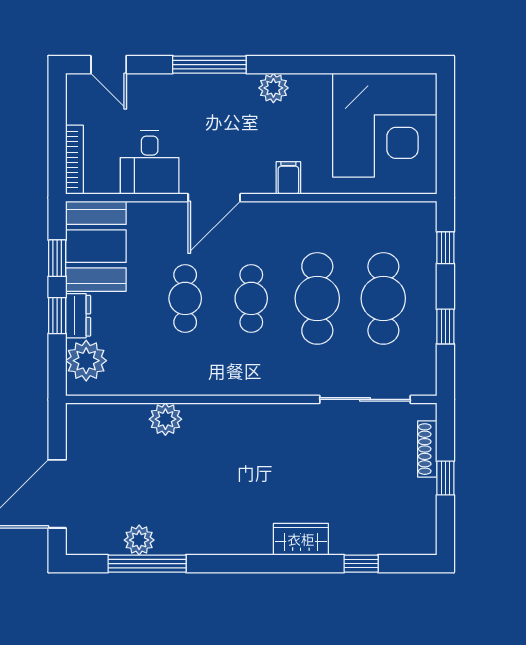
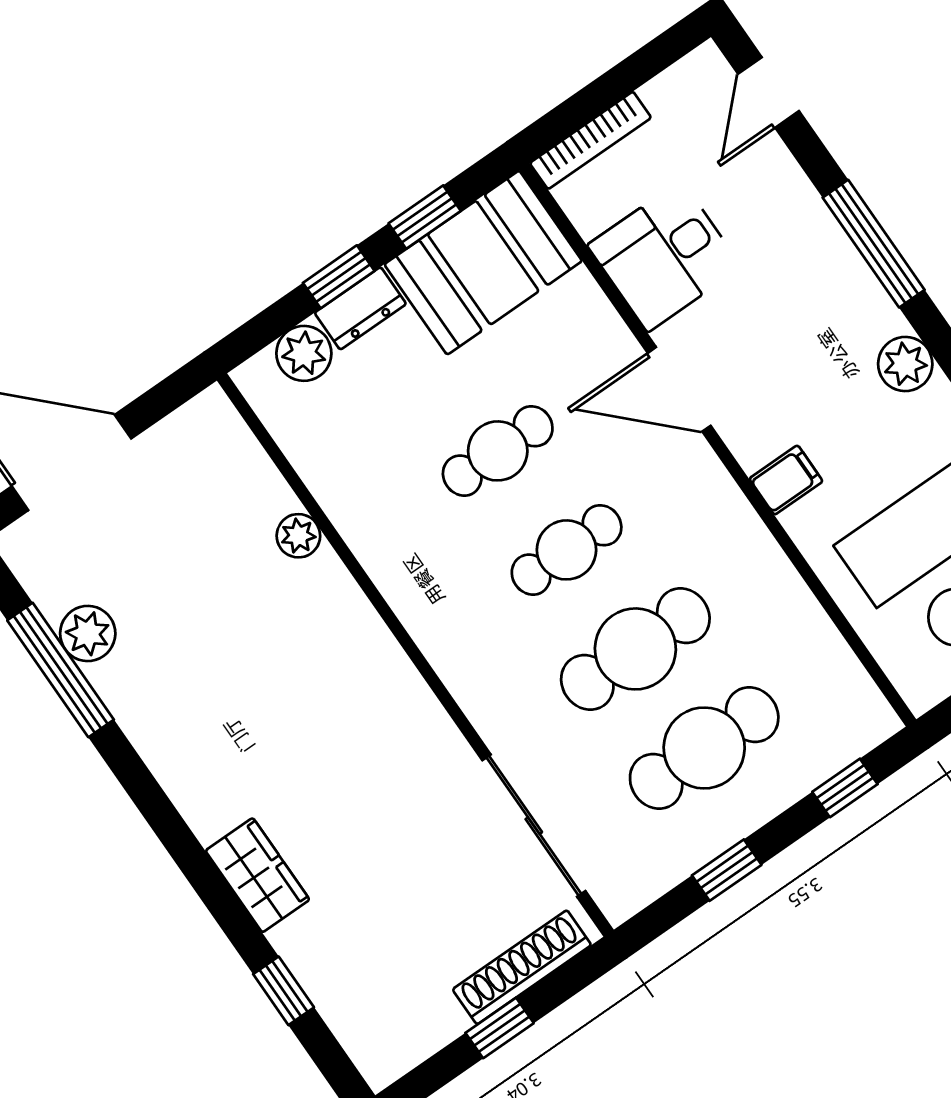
plant: (86, 361) -> (304, 353), width x0.73, depth x0.73
plant: (165, 419) -> (298, 536), width x0.73, depth x0.73
shoe rack: (427, 449) -> (522, 967), width x1.36, depth x1.24

